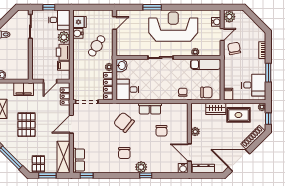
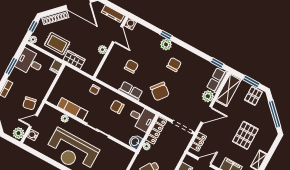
exam couch: (206, 64) -> (72, 109), moved
chair: (206, 92) -> (117, 107), moved
plant: (79, 141) -> (208, 96), added

